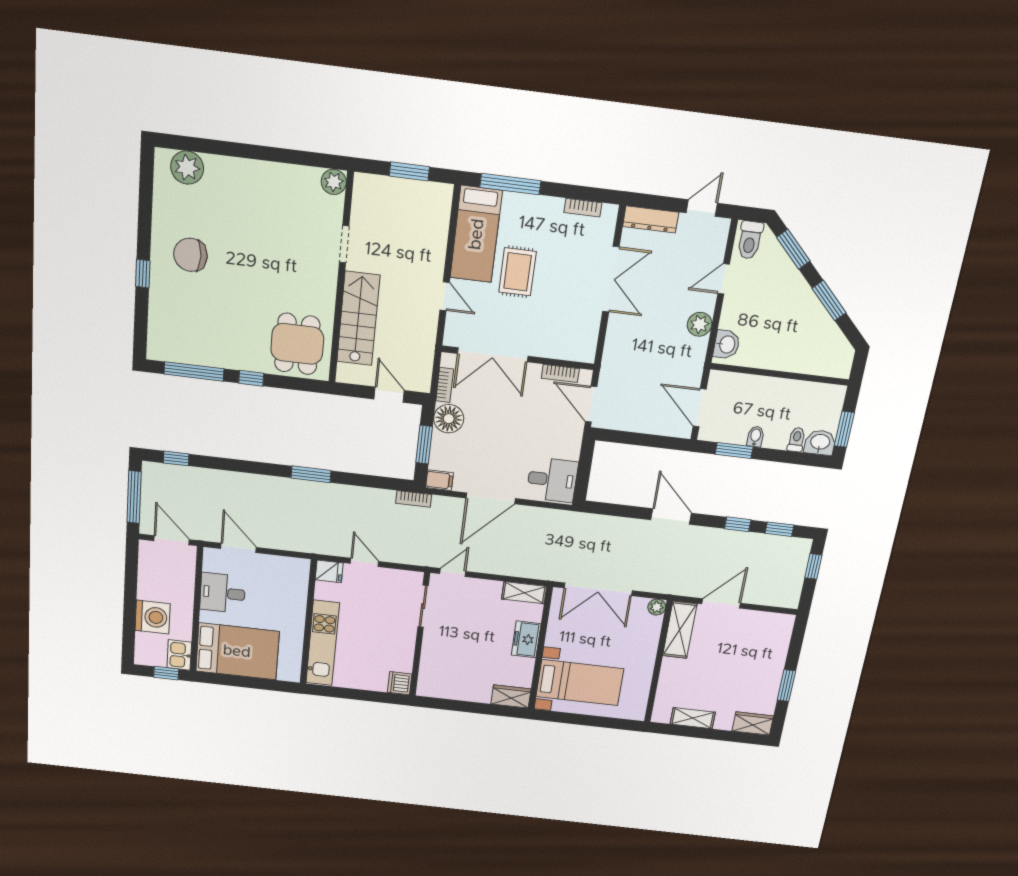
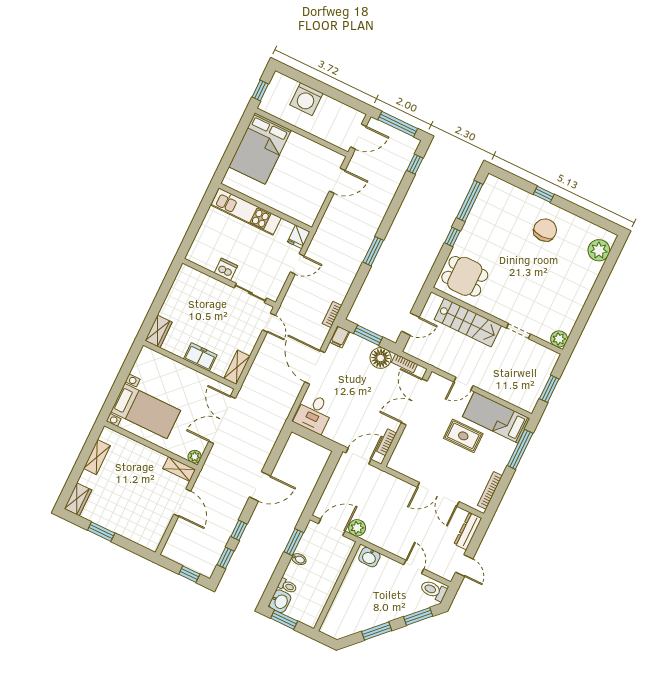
bookcase: (583, 208) -> (490, 490), width x1.56
plant: (700, 324) -> (357, 528), moved
desk: (223, 593) -> (308, 156), removed
shelving: (680, 630) -> (179, 469), width x0.67, depth x0.75
kitchen sink: (179, 655) -> (271, 106), removed
dishwasher: (400, 683) -> (226, 269), moved
bed with nightstands: (580, 683) -> (146, 411), moved, turned -90

